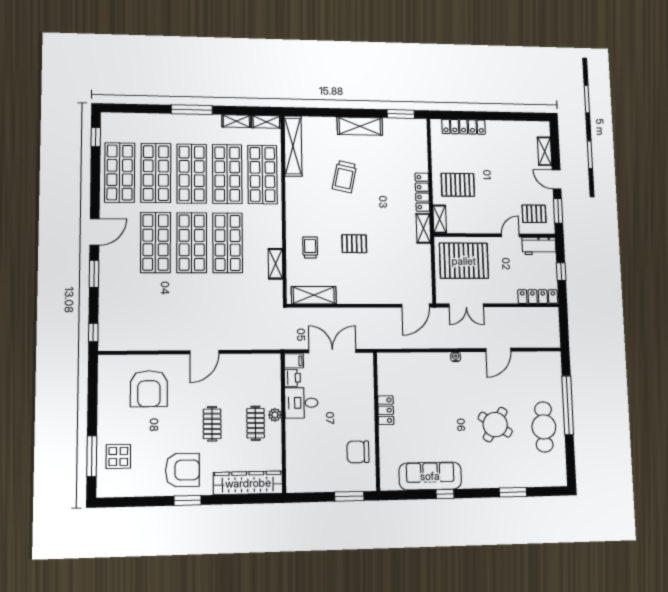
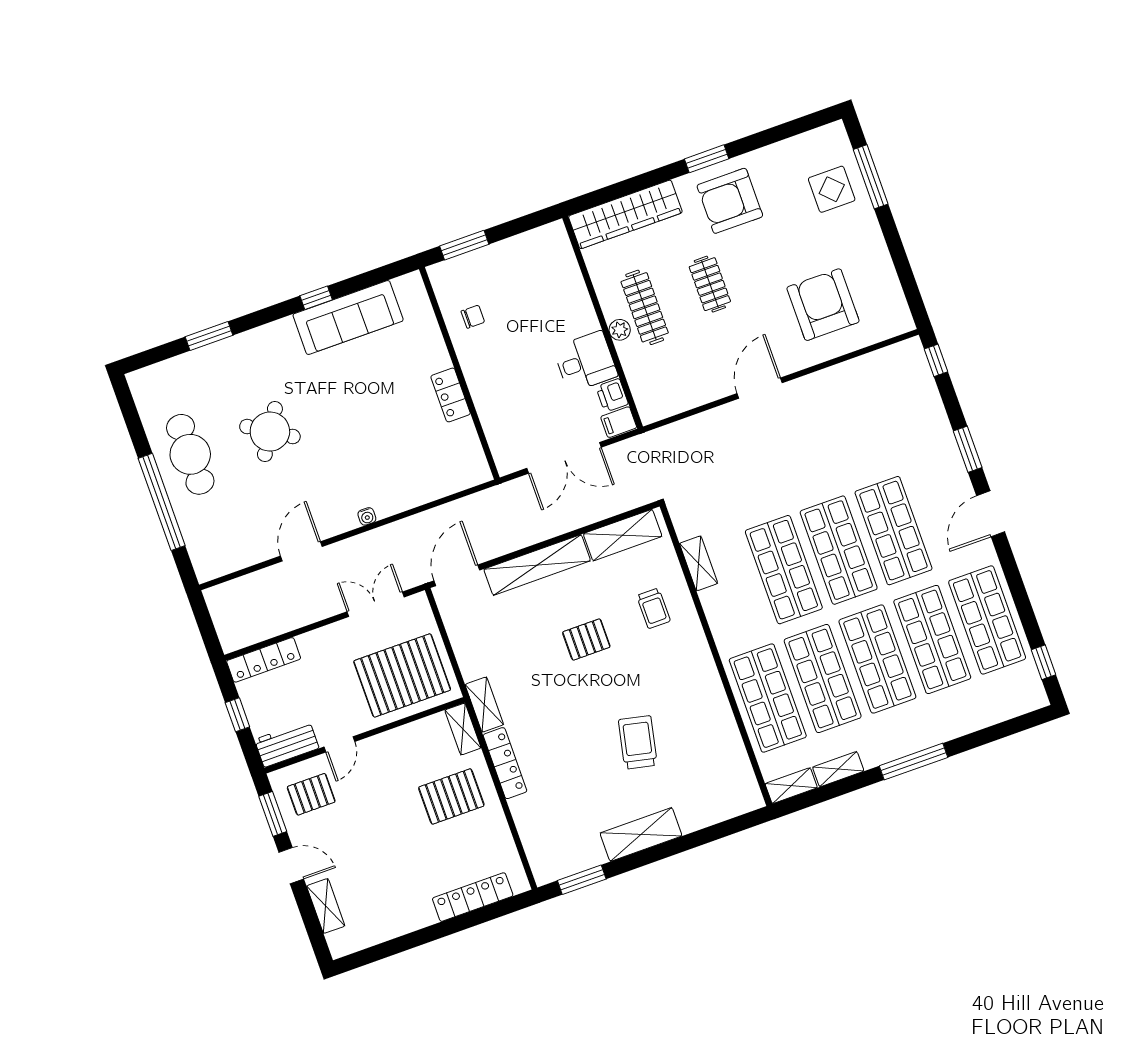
shelving: (293, 146) -> (537, 565), moved, turned 90
clothes rail: (256, 423) -> (645, 307), width x1.36
chair: (358, 452) -> (473, 317), width x0.54, depth x0.54

